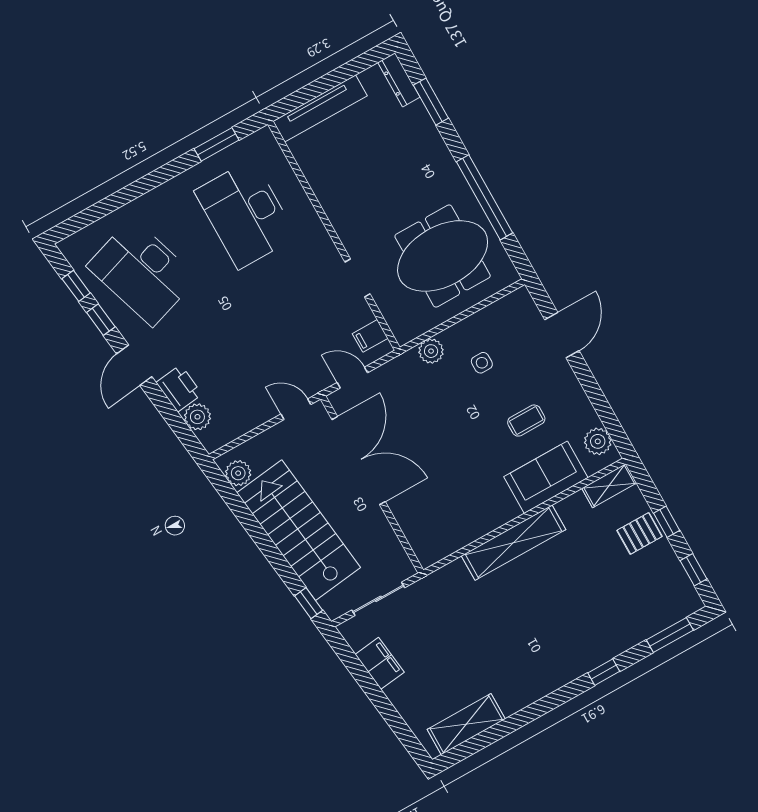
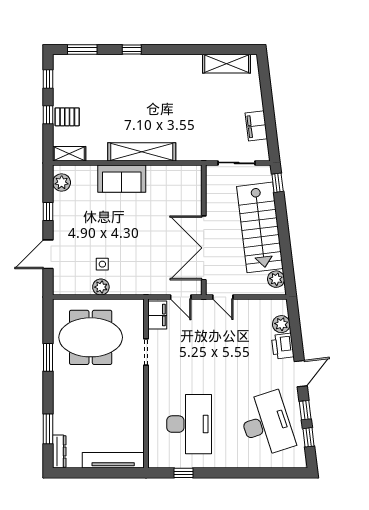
window: (217, 144) -> (184, 473), width x0.67
window: (485, 197) -> (48, 357), width x0.47
filing cabinet: (370, 336) -> (157, 315), width x2.00
plant: (431, 351) -> (101, 287), moved
window: (594, 392) -> (48, 212), added
coffee table: (526, 421) -> (96, 217), removed
sofa: (546, 477) -> (122, 179), moved

